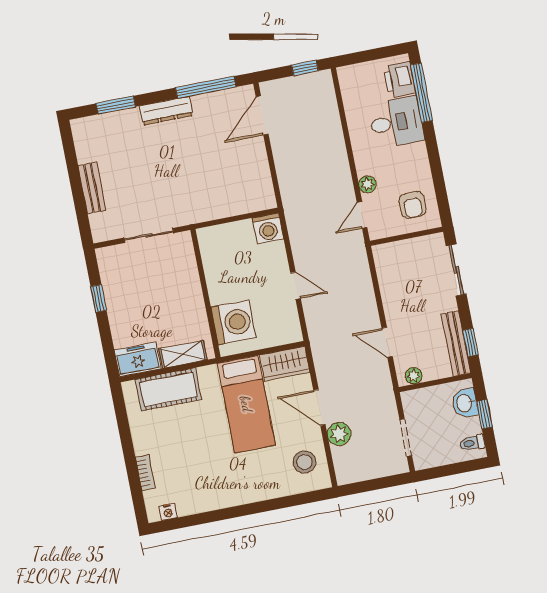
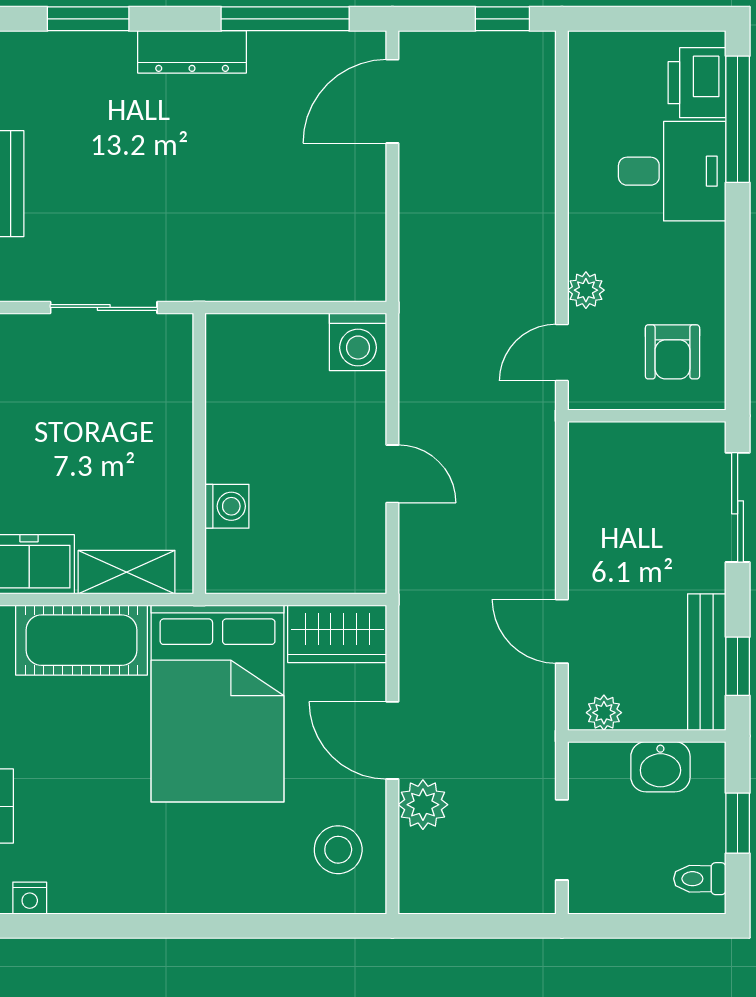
washing machine: (234, 322) -> (227, 506), width x0.53, depth x0.53
washbasin: (465, 403) -> (660, 767), moved, turned -90
bed: (246, 404) -> (218, 704), width x1.50

